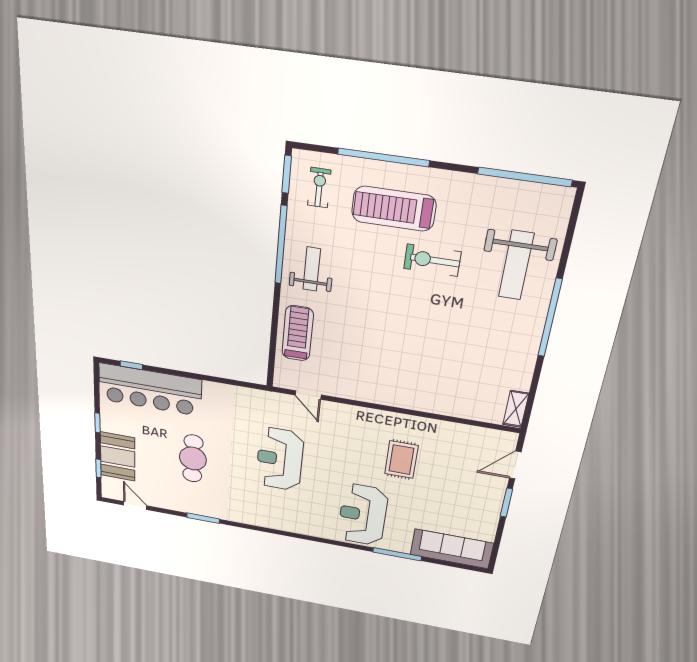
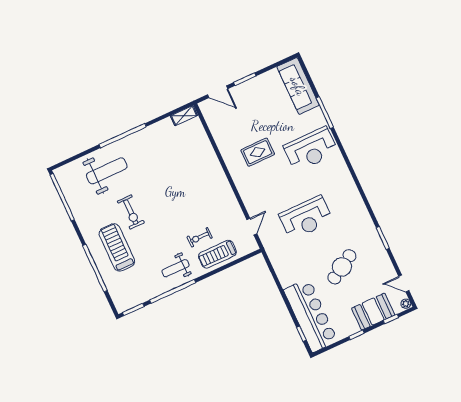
exercise bike: (319, 188) -> (200, 237), moved
treadmill: (394, 209) -> (117, 247), turned 180
cafe table: (193, 459) -> (342, 267), turned -31
plant: (109, 493) -> (406, 304), added
door: (135, 505) -> (404, 283), hinge flipped

